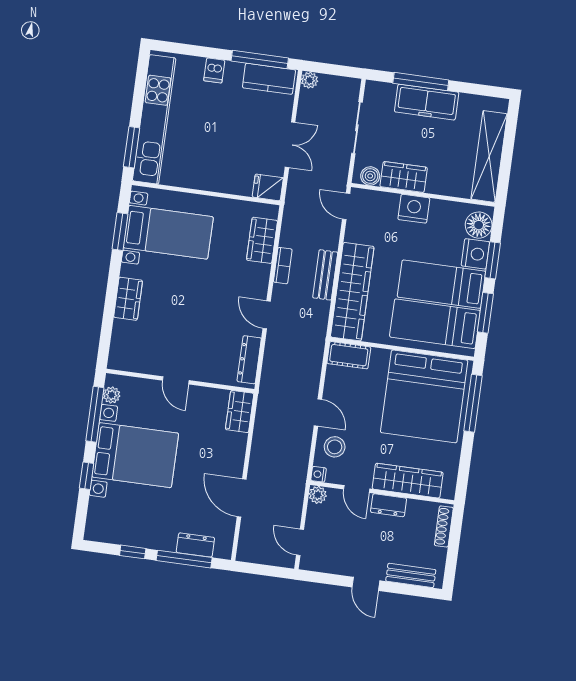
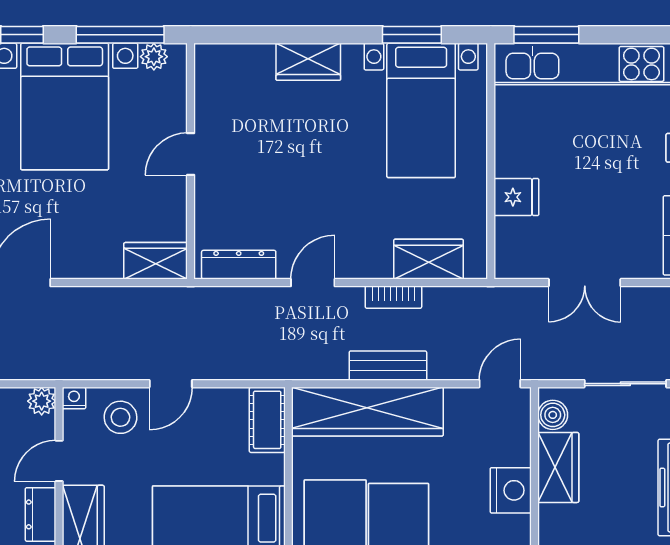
fridge: (268, 187) -> (516, 197), moved, turned 90

